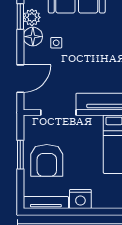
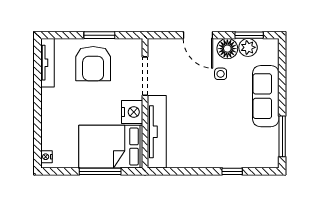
door: (20, 79) -> (198, 35), moved
armchair: (47, 160) -> (93, 64), turned -90
nightstand: (80, 199) -> (132, 112), moved, turned 180

